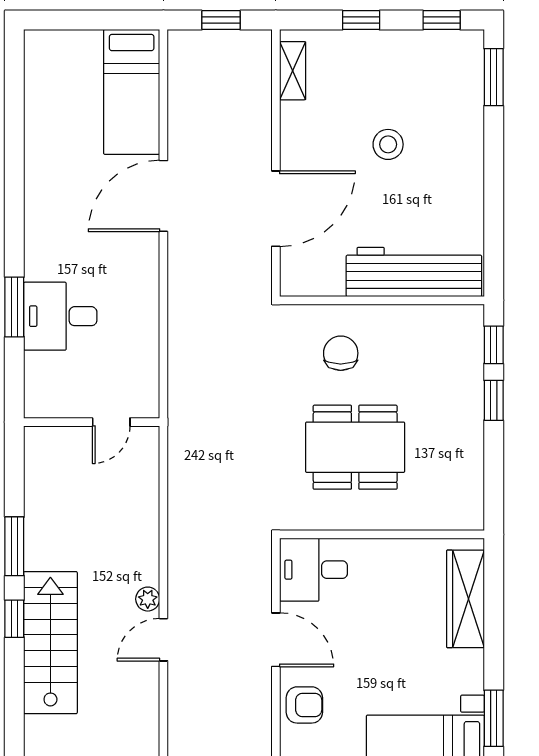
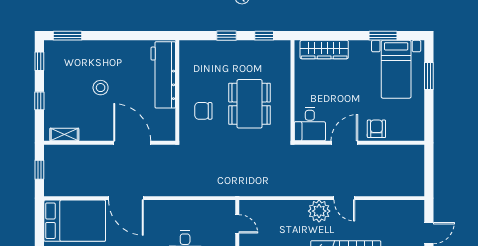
bed: (132, 92) -> (75, 221), width x1.50
window: (494, 345) -> (264, 36), moved
plant: (148, 599) -> (319, 211), width x1.88, depth x1.88

